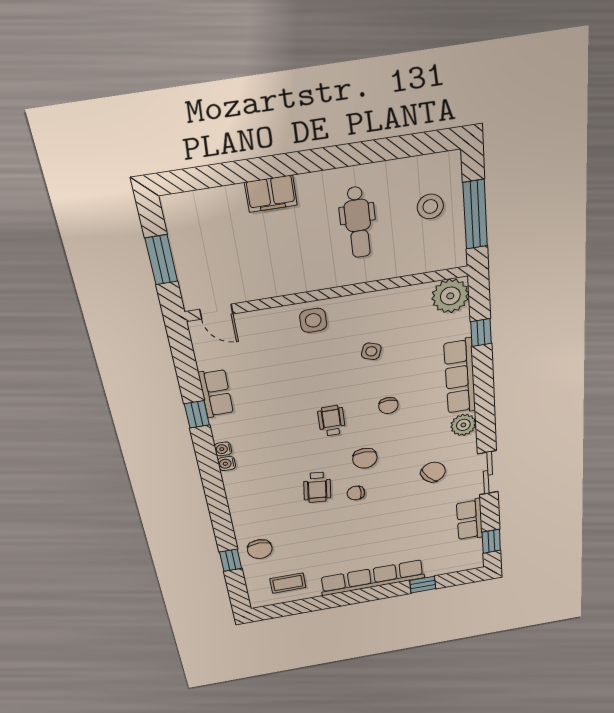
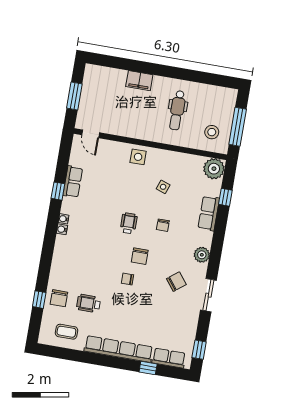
stool: (430, 206) -> (212, 132), moved
row of seats: (460, 377) -> (209, 213), width x0.68
wheelchair: (317, 487) -> (89, 303), moved, turned 84
row of seats: (470, 520) -> (169, 358), moved, turned 90

